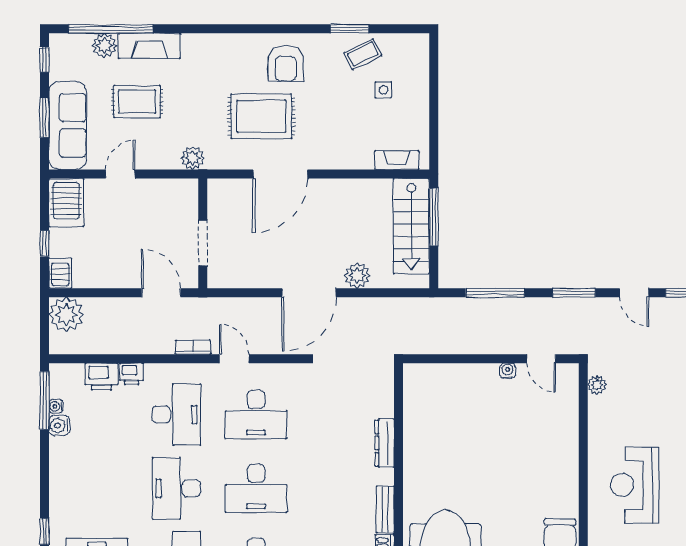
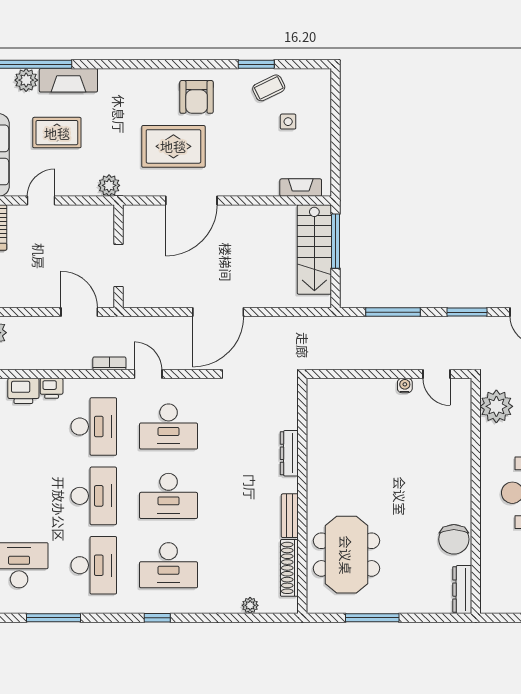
plant: (357, 275) -> (264, 296), removed
plant: (597, 385) -> (496, 406), width x1.87, depth x1.87
desk: (176, 488) -> (94, 496), turned 180

